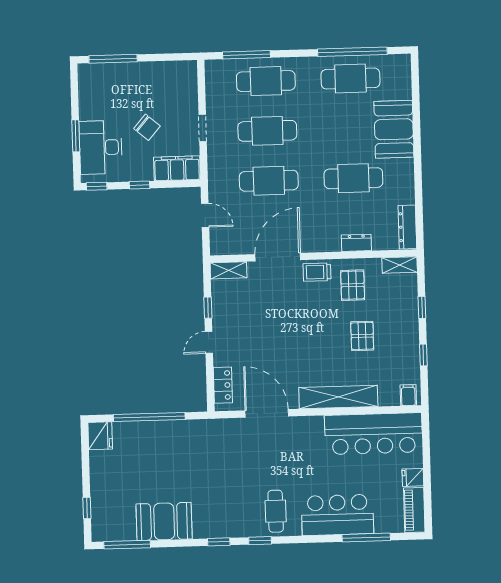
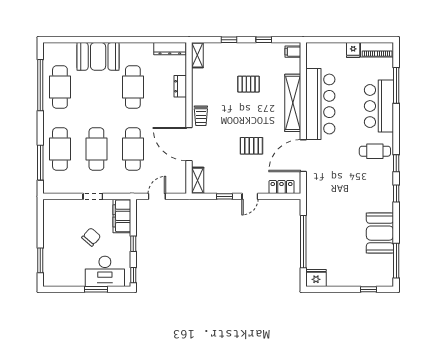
window: (113, 59) -> (40, 260), width x0.69
pallet: (353, 285) -> (251, 146), moved
door: (209, 342) -> (250, 196), hinge flipped
bar counter: (374, 434) -> (320, 104), moved

